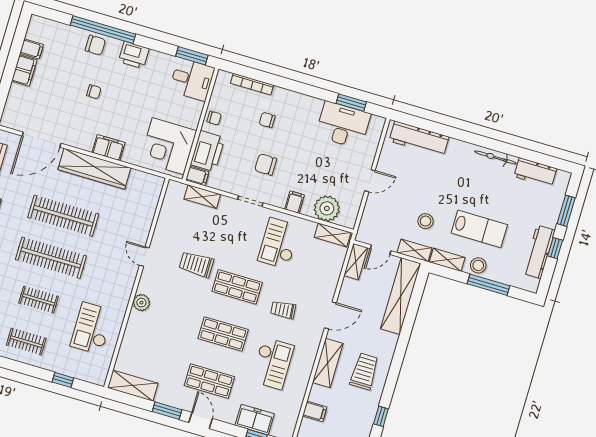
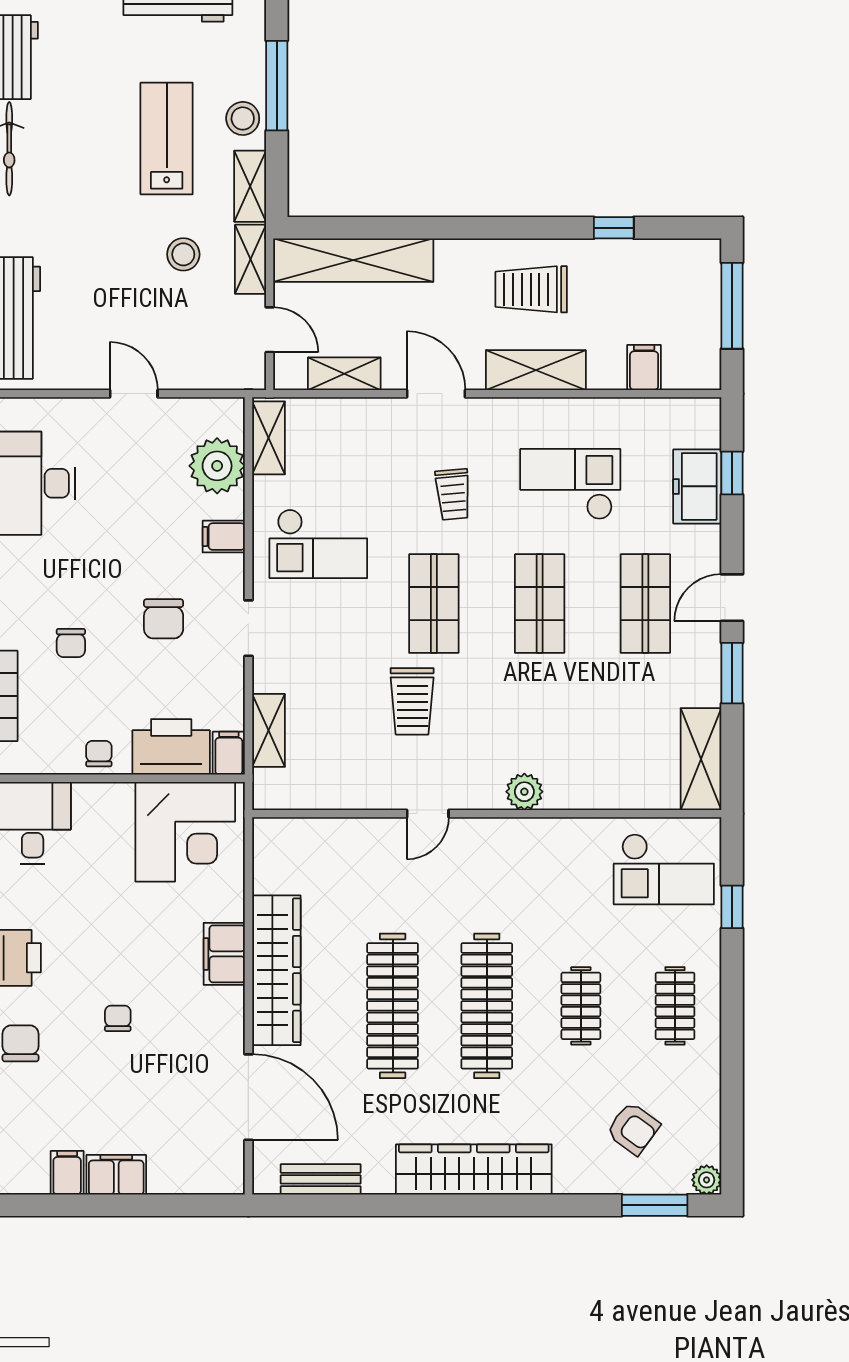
shelving: (356, 262) -> (344, 374), moved
checkout: (92, 328) -> (664, 869), moved

